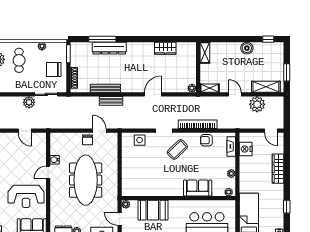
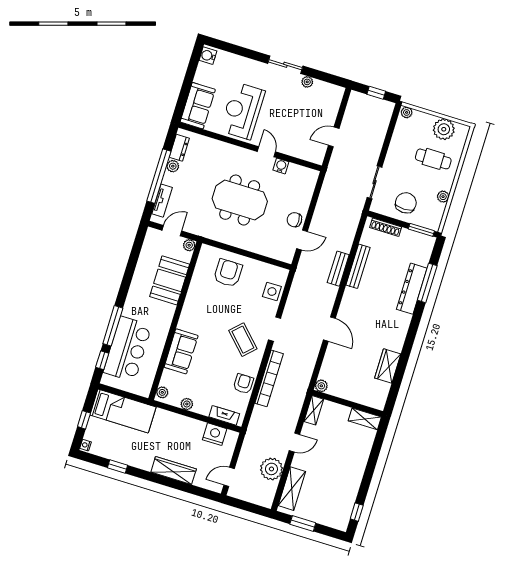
boiler: (247, 48) -> (353, 479), removed
plant: (29, 102) -> (371, 155), removed
armchair: (136, 173) -> (228, 273), added
meeting table: (86, 180) -> (240, 200), width x0.73

